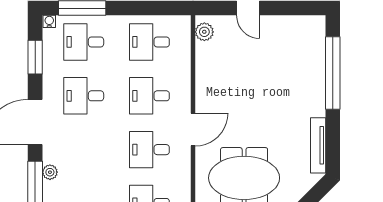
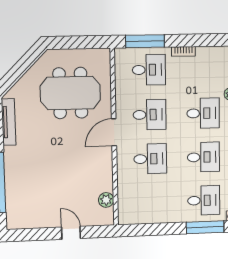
plant: (204, 32) -> (106, 200), moved
desk: (149, 42) -> (203, 113), moved

